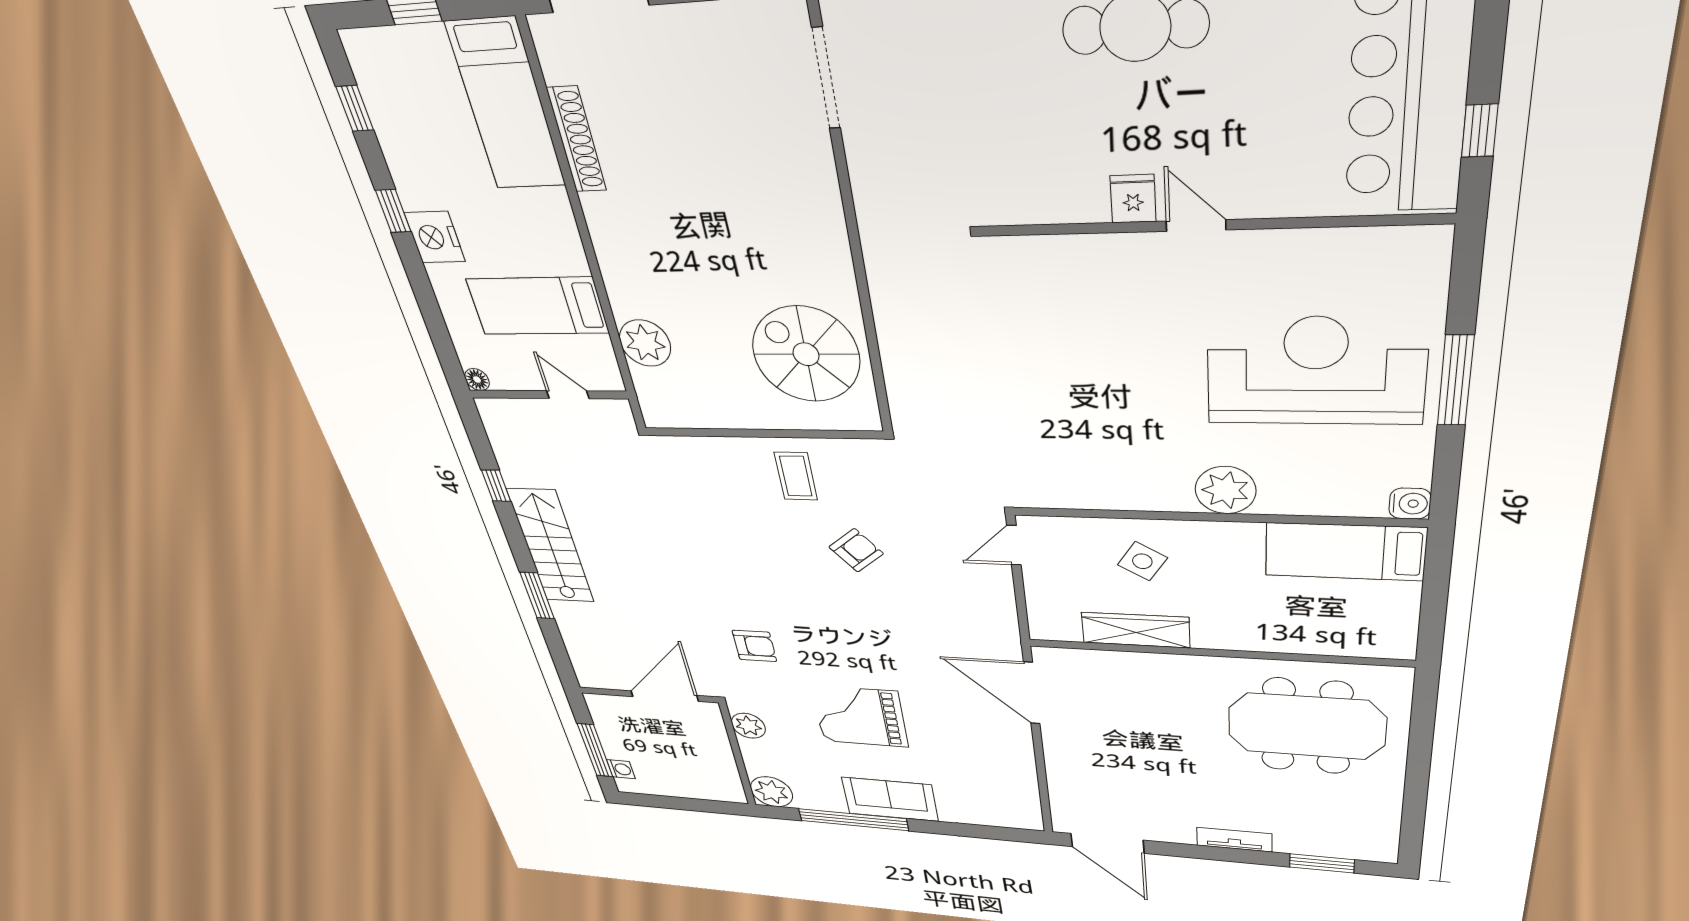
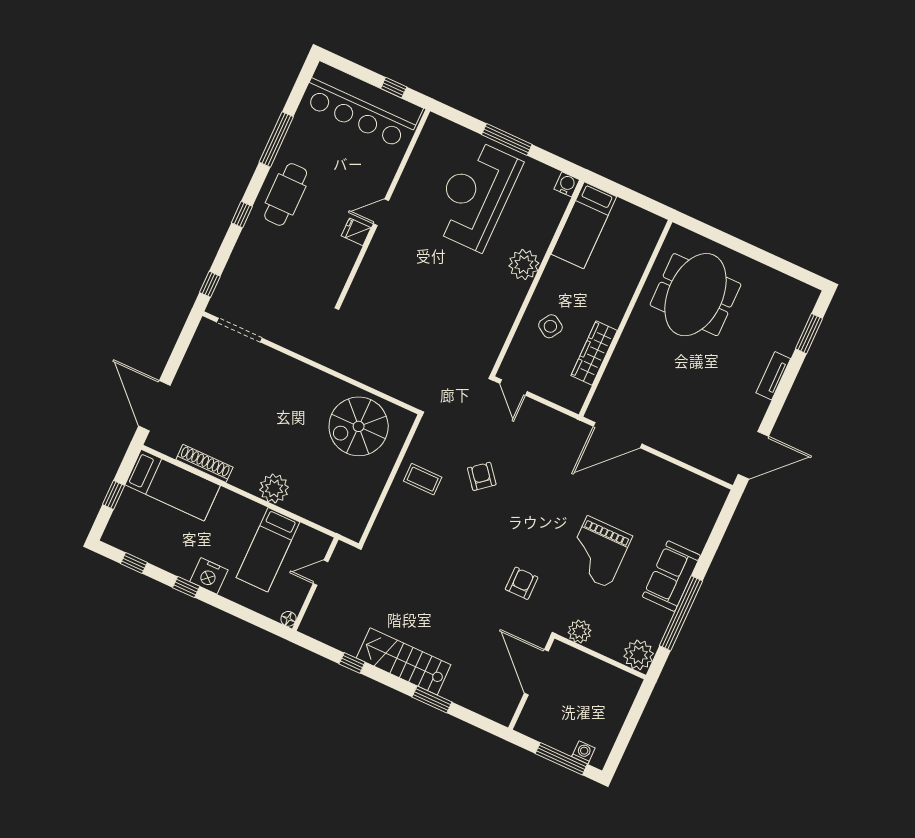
plant: (645, 343) -> (274, 488), moved

